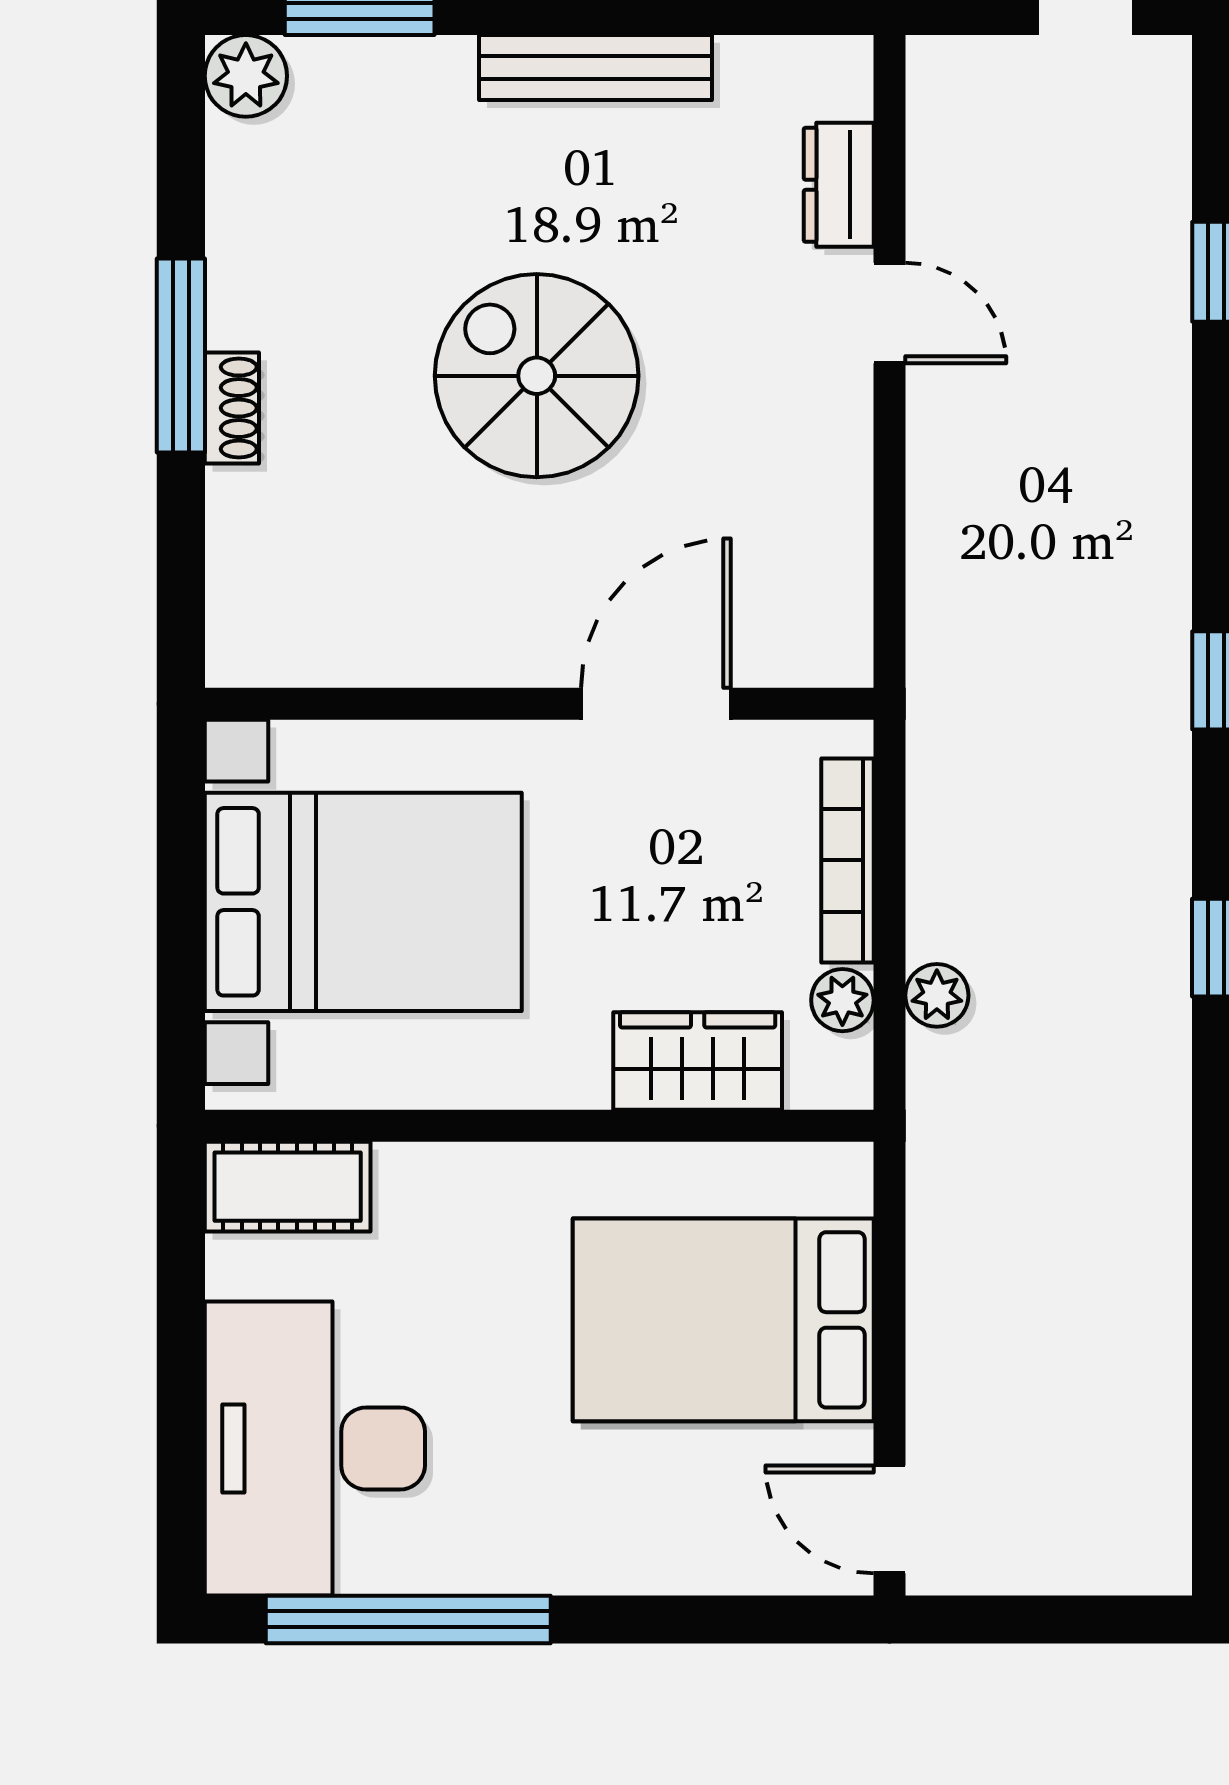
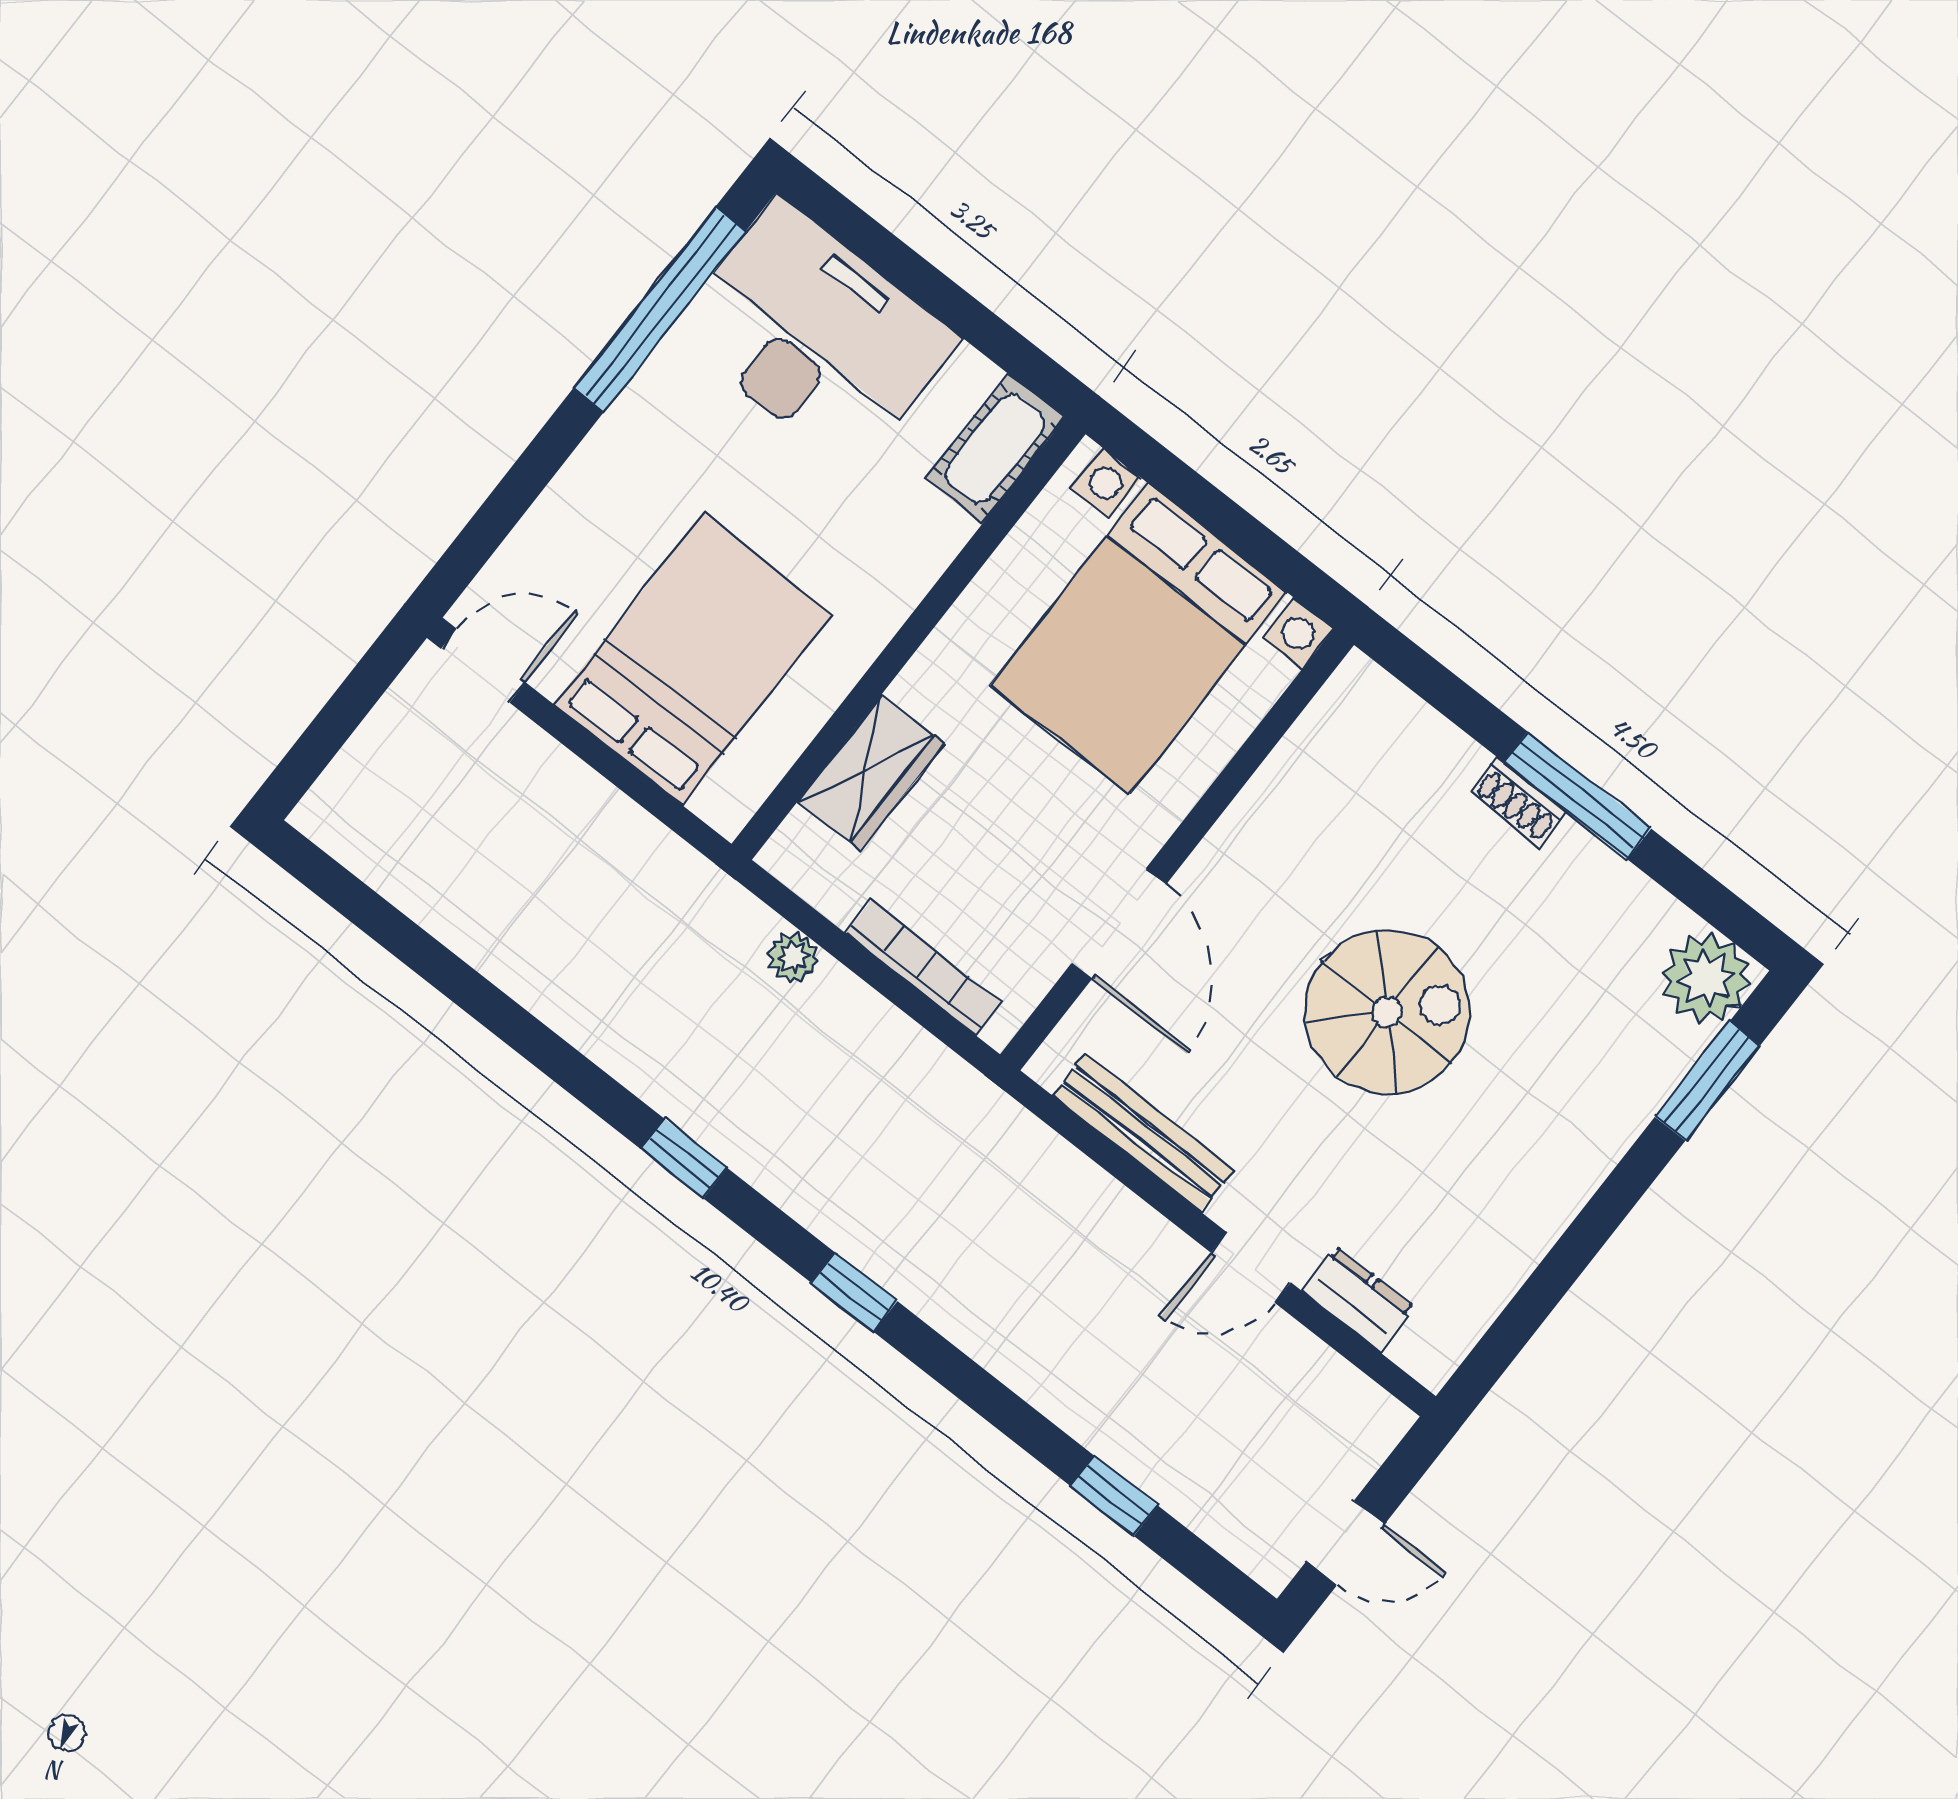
bench: (596, 67) -> (1143, 1133), moved, turned 90
plant: (246, 76) -> (1706, 978), width x1.36, depth x1.36
plant: (842, 1000) -> (837, 895), removed

